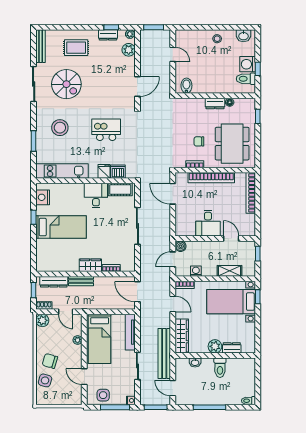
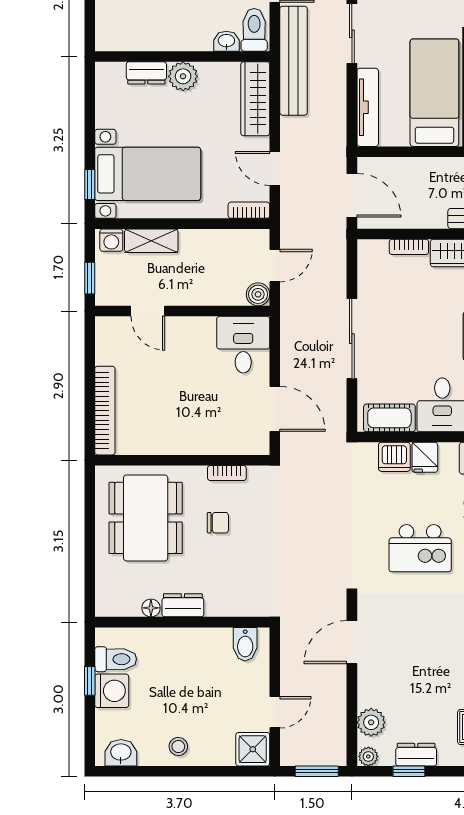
shower: (183, 37) -> (253, 749), added
door: (173, 54) -> (275, 712), swing flipped
window: (258, 116) -> (90, 577), removed
bookcase: (211, 178) -> (191, 444), removed
desk: (208, 223) -> (243, 345), moved
washing machine: (196, 271) -> (111, 240), moved
toilet: (220, 368) -> (254, 30), moved

